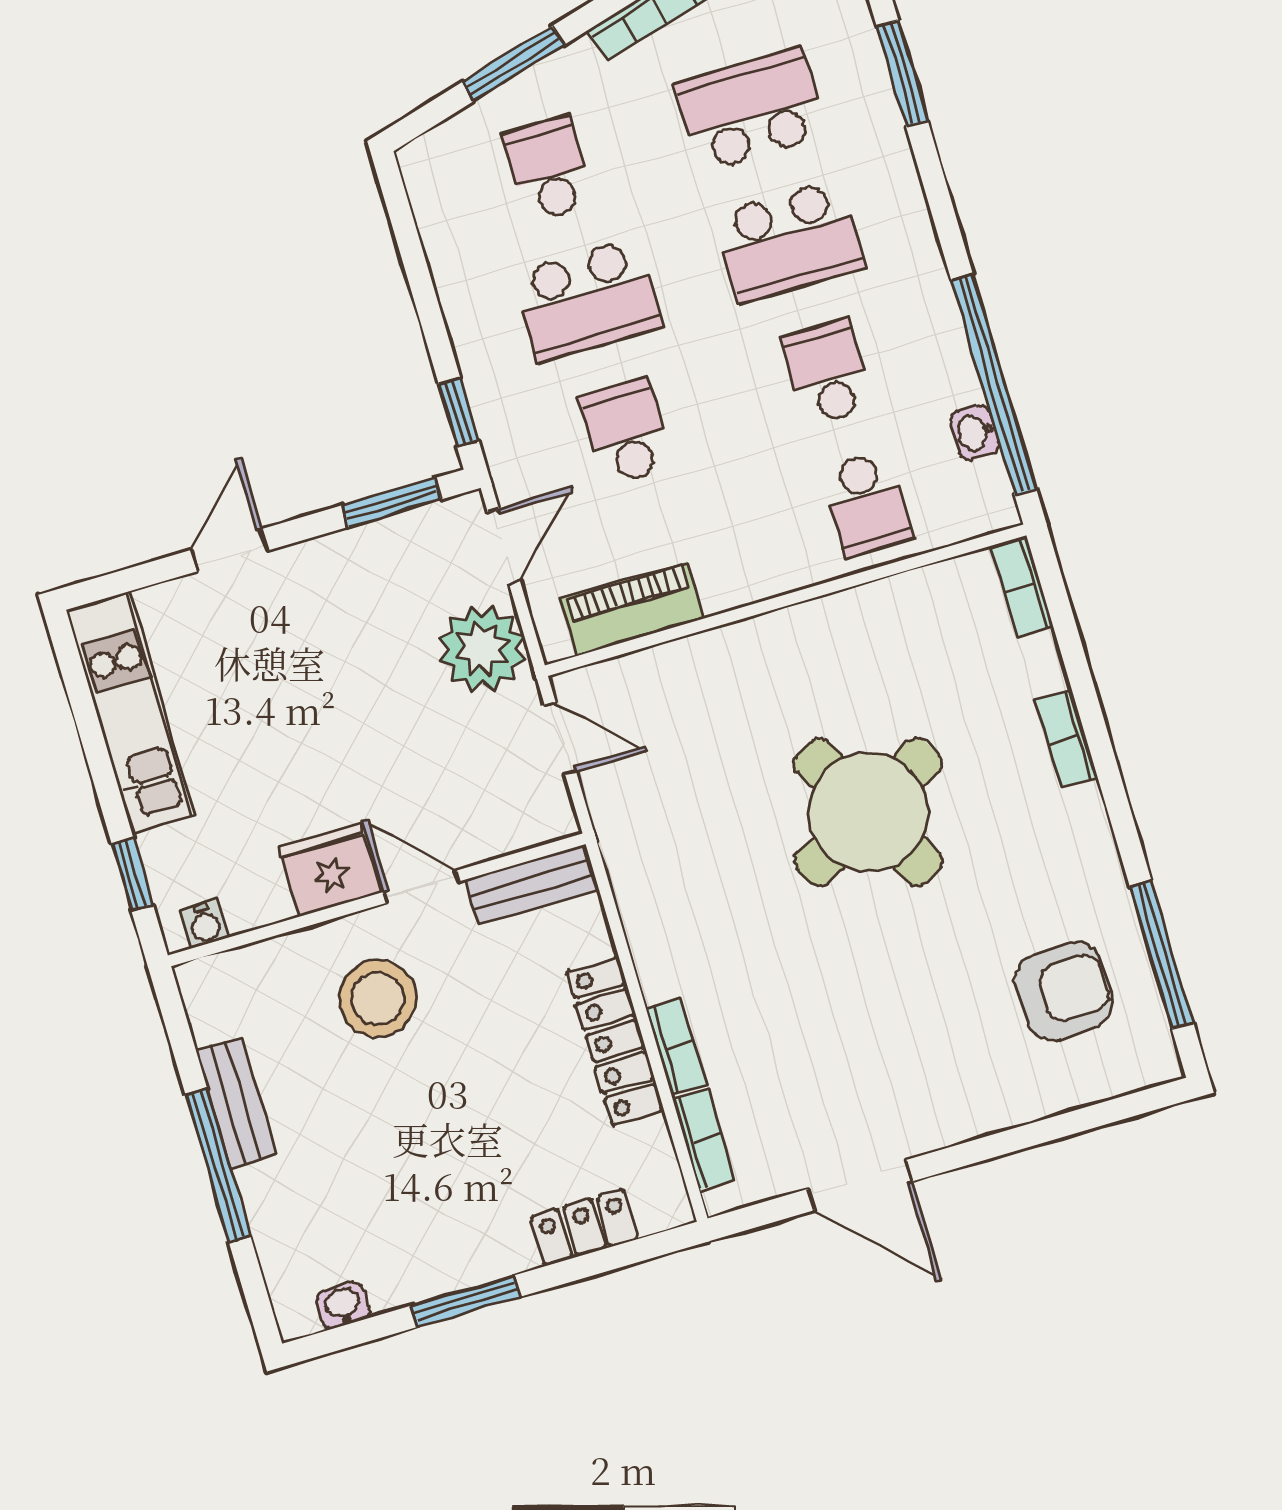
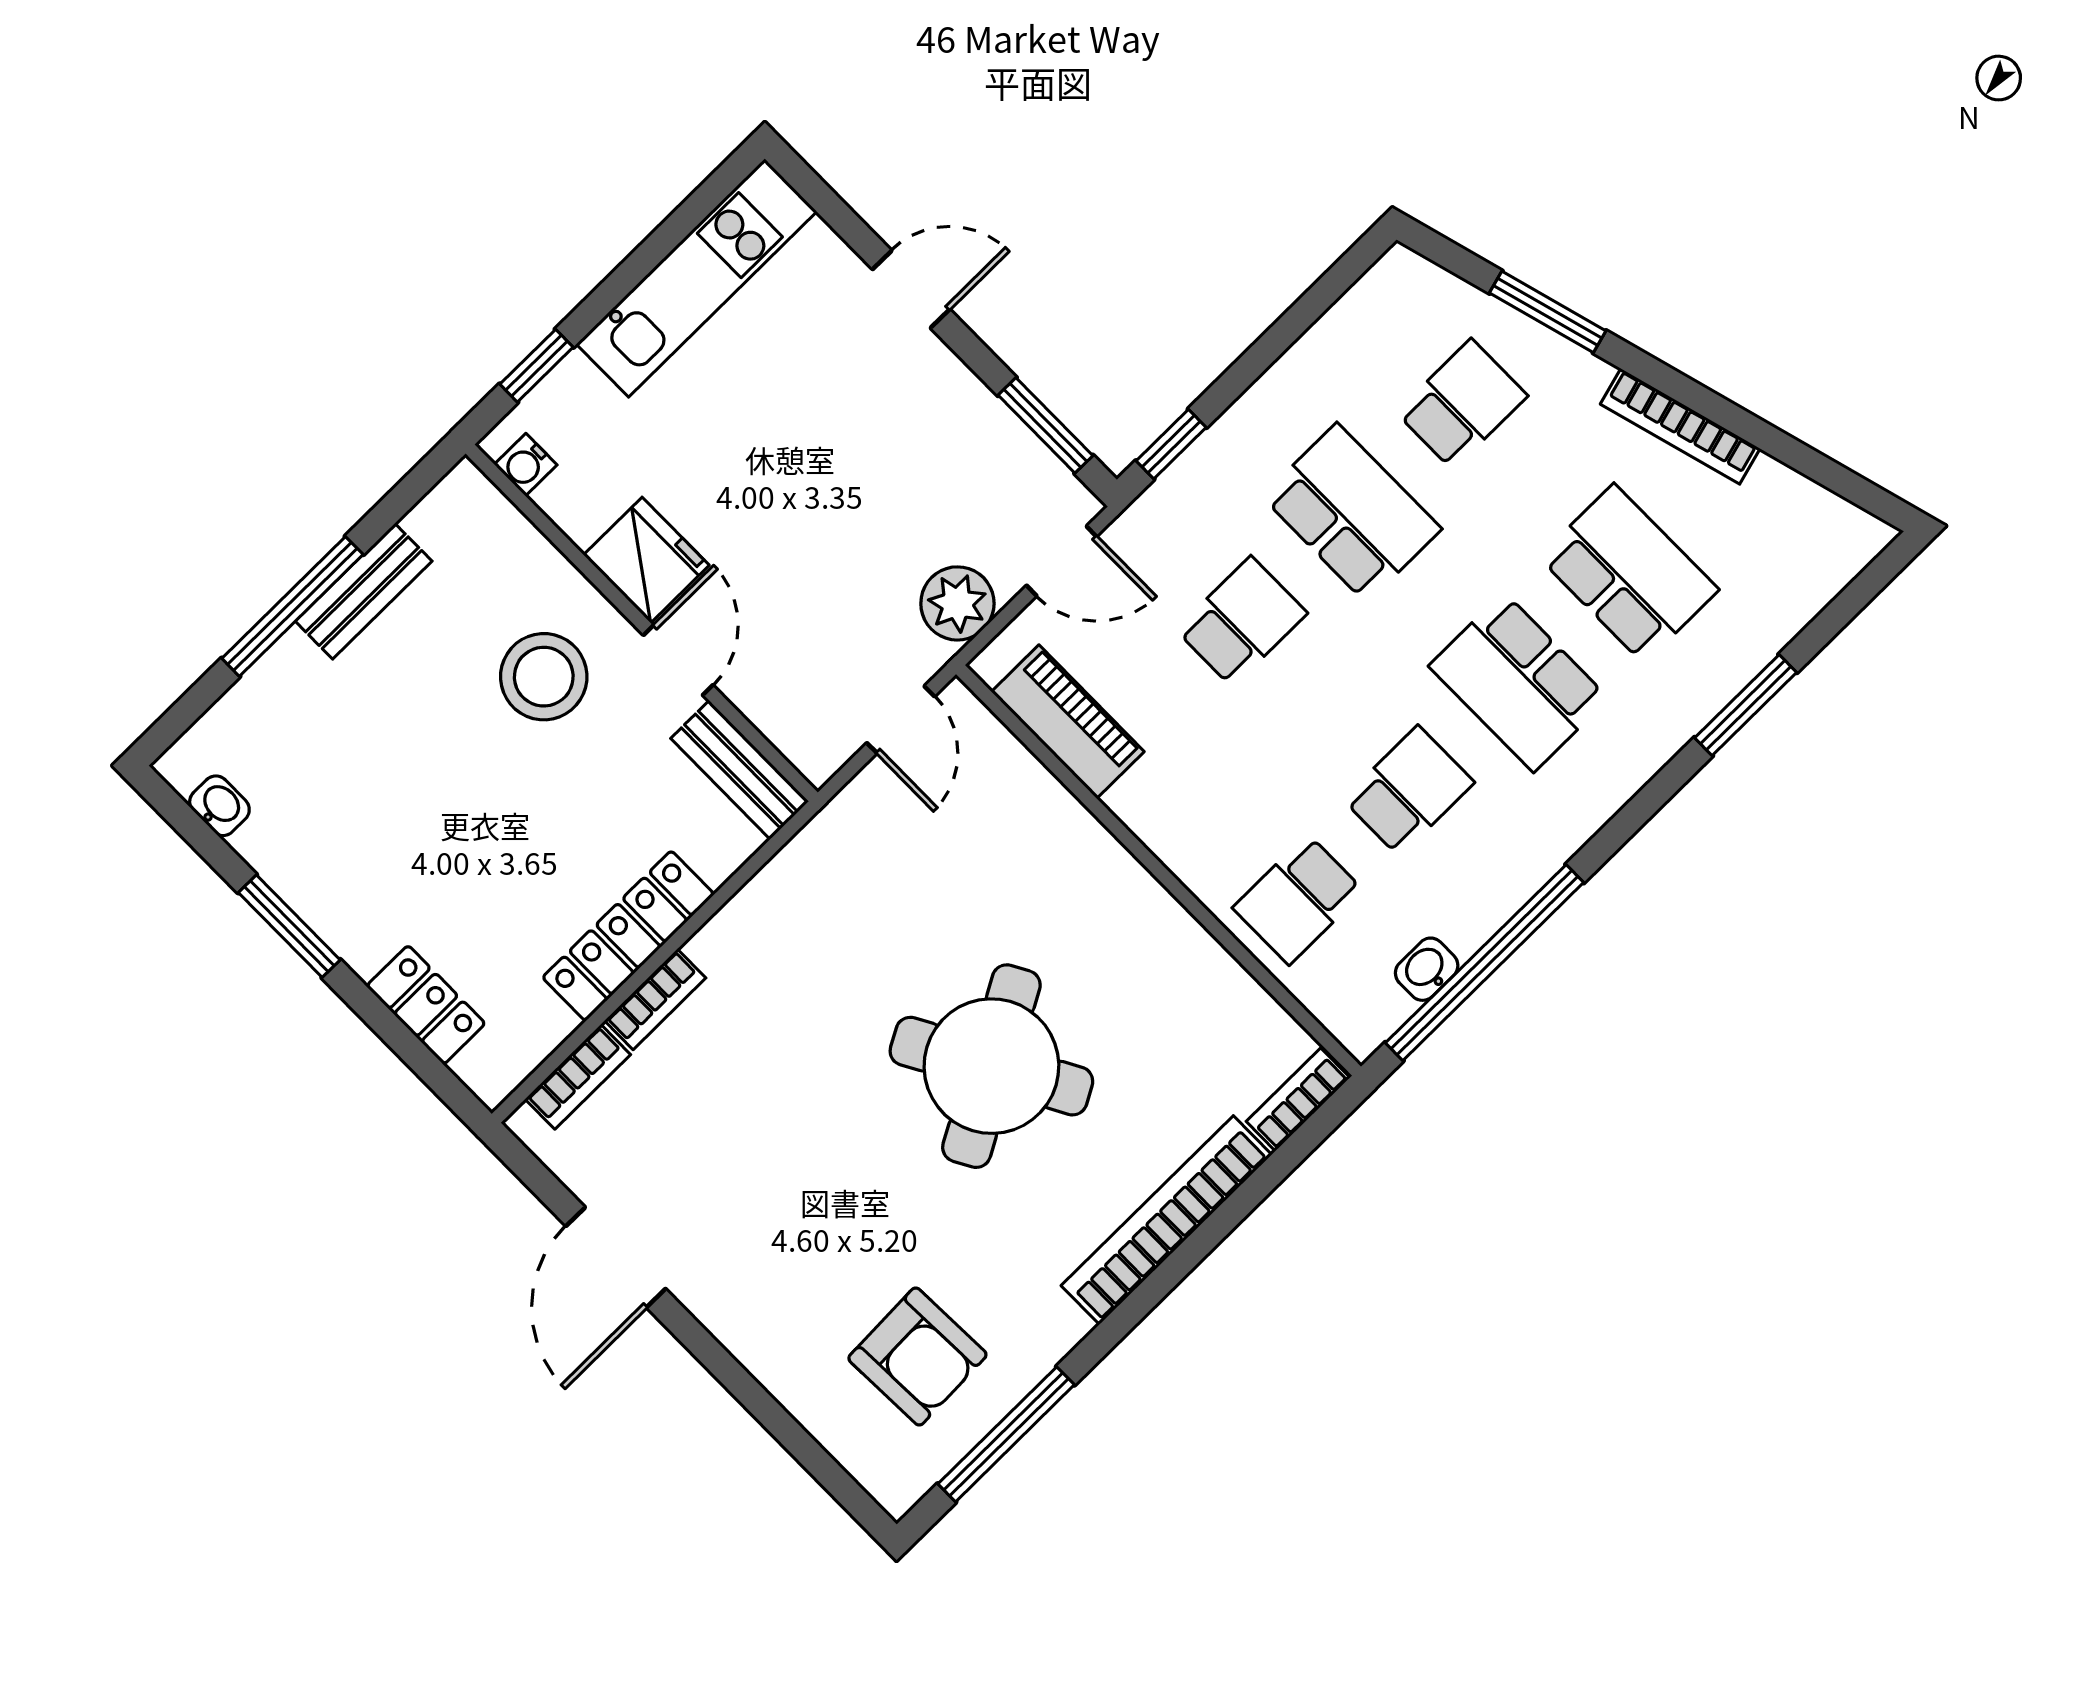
school desk: (588, 300) -> (1352, 513), turned 180
plant: (482, 649) -> (957, 603), width x0.73, depth x0.73
bookcase: (1067, 739) -> (1166, 1220), width x2.31, depth x1.31

